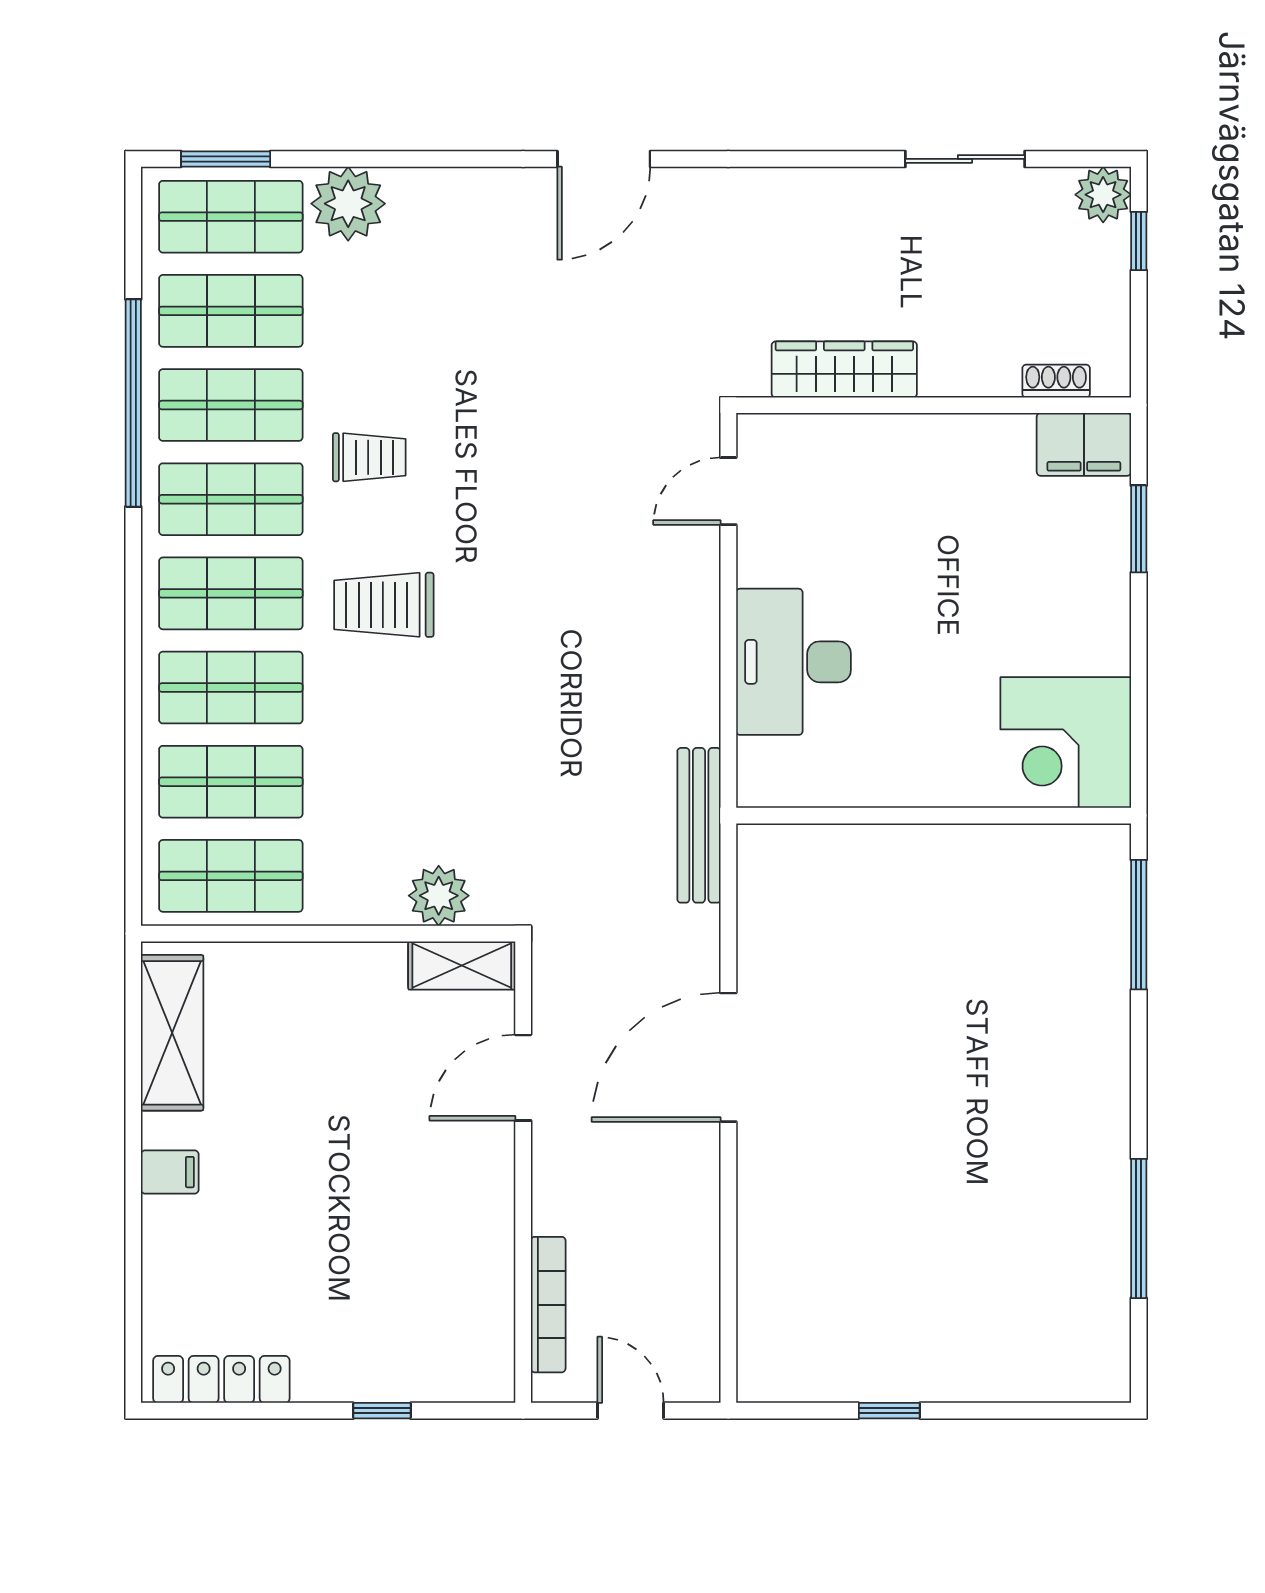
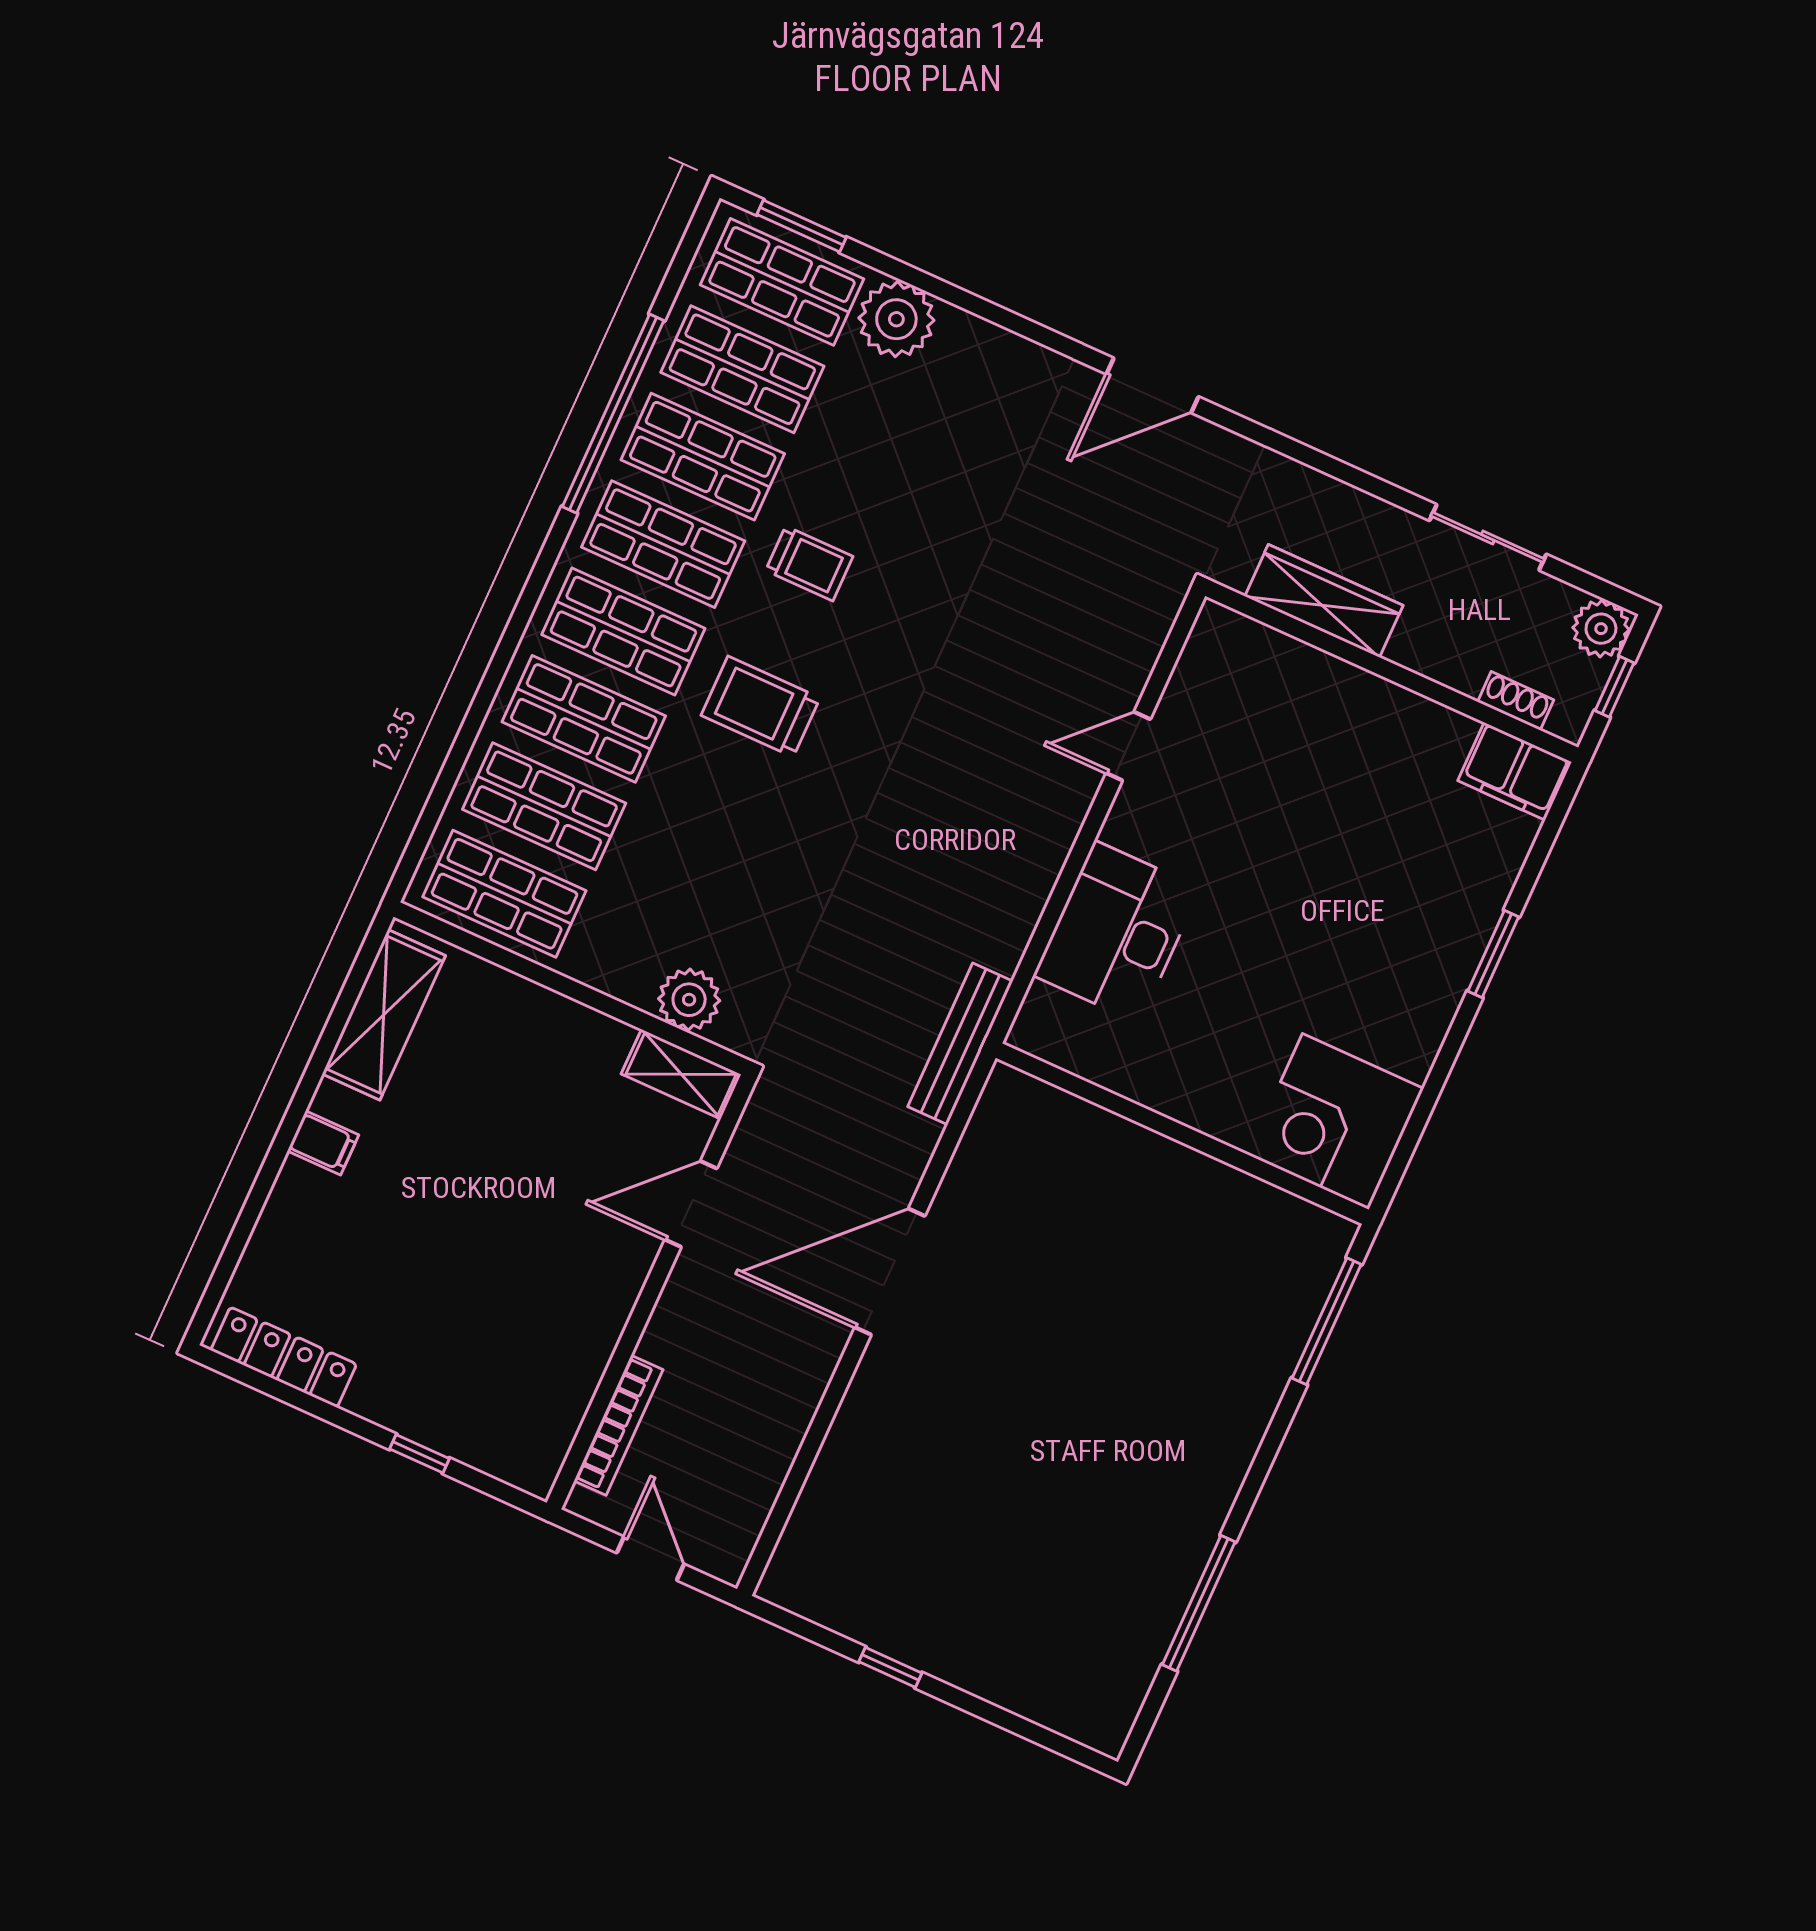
wardrobe: (844, 369) -> (1324, 601), moved
shoe rack: (1056, 381) -> (1516, 701), moved
wall: (934, 405) -> (1392, 672), moved
filing cabinet: (1084, 444) -> (1515, 771), moved

